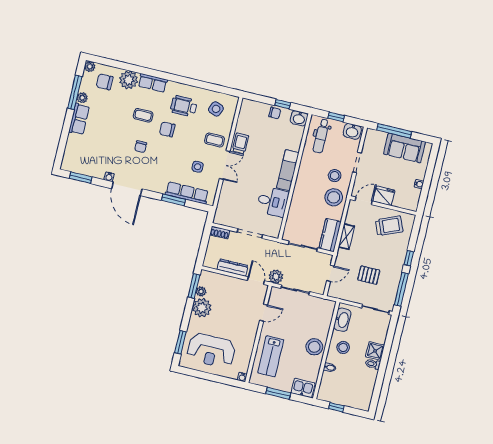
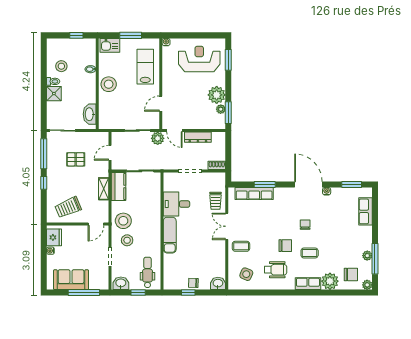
washbasin: (299, 118) -> (218, 283), moved
row of seats: (79, 119) -> (365, 211), moved
trolley: (240, 143) -> (216, 201), moved
side table: (198, 167) -> (250, 219), removed
fridge: (384, 196) -> (54, 237), moved, turned -90
stool: (343, 347) -> (61, 66), moved

